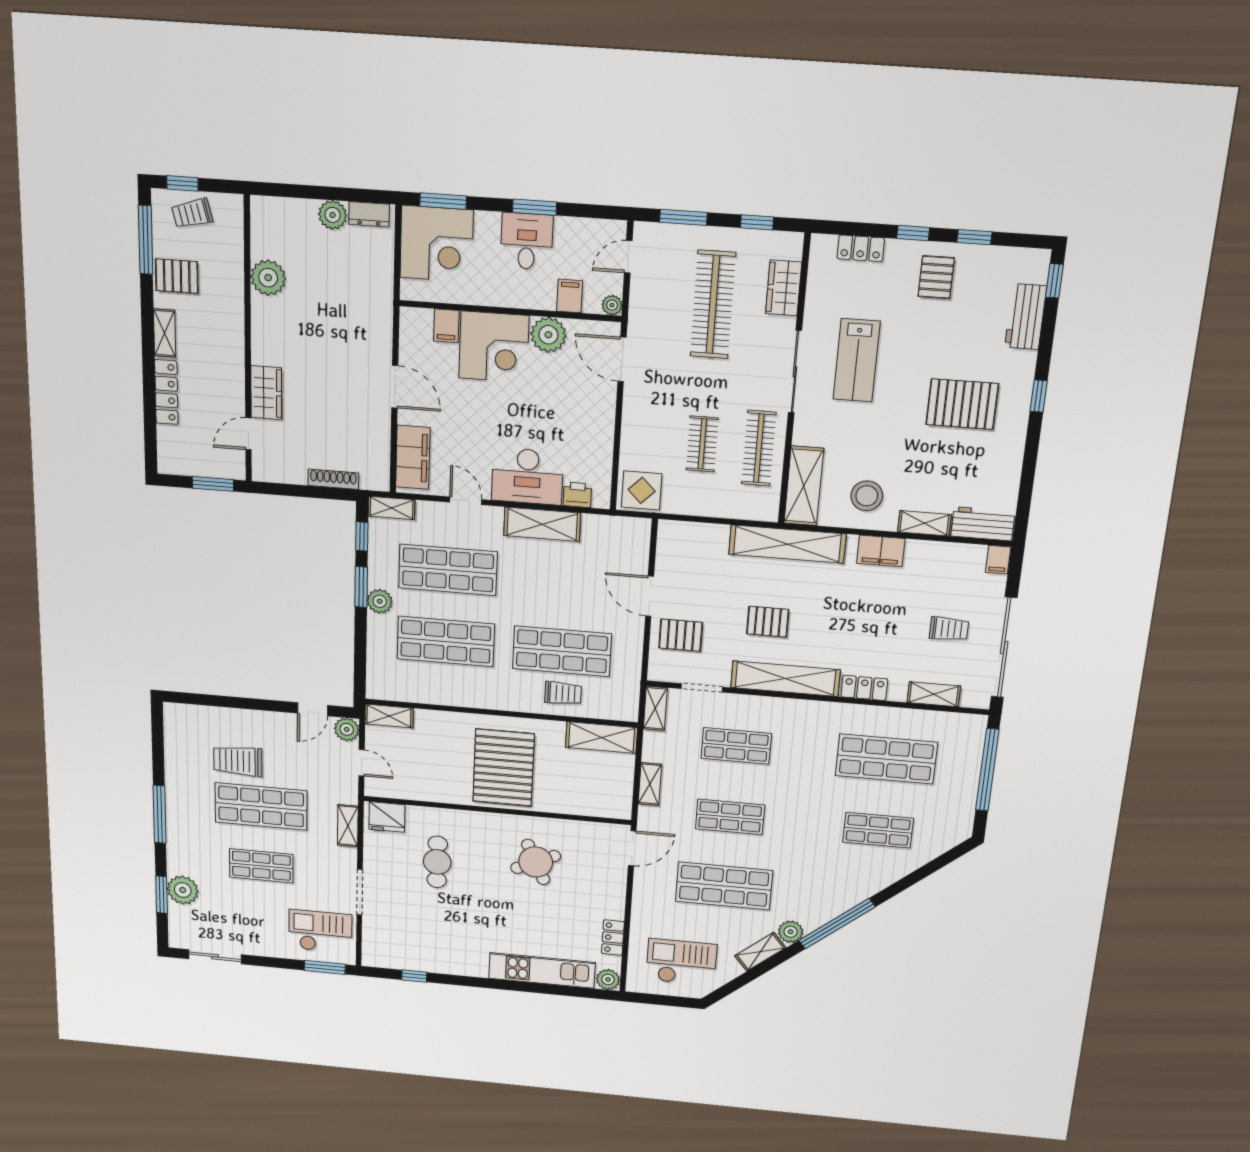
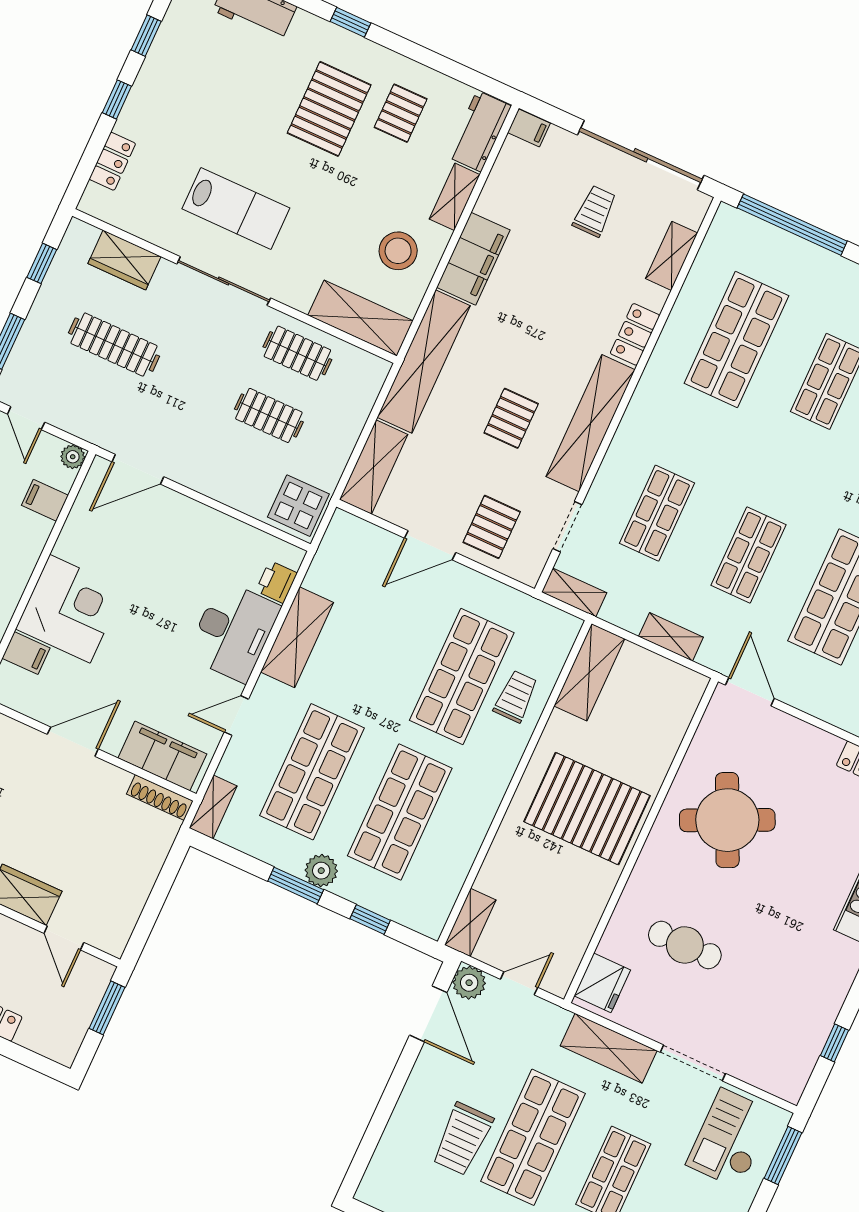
pallet: (936, 277) -> (401, 113), moved, turned 90
clothes rail: (713, 305) -> (114, 345), width x0.73, depth x0.76
plant: (548, 335) -> (79, 541), removed
clothes rail: (759, 448) -> (297, 353), width x0.73
shoe rack: (333, 479) -> (160, 797), moved, turned -90
shelving: (693, 535) -> (374, 467), added
window: (362, 536) -> (370, 920), moved
filing cabinet: (881, 551) -> (473, 259), width x1.50, depth x1.17
door: (313, 709) -> (428, 1014), width x1.38
shelving: (348, 826) -> (609, 1048), width x1.50, depth x1.33
round table: (536, 862) -> (727, 820), width x1.36, depth x1.36

